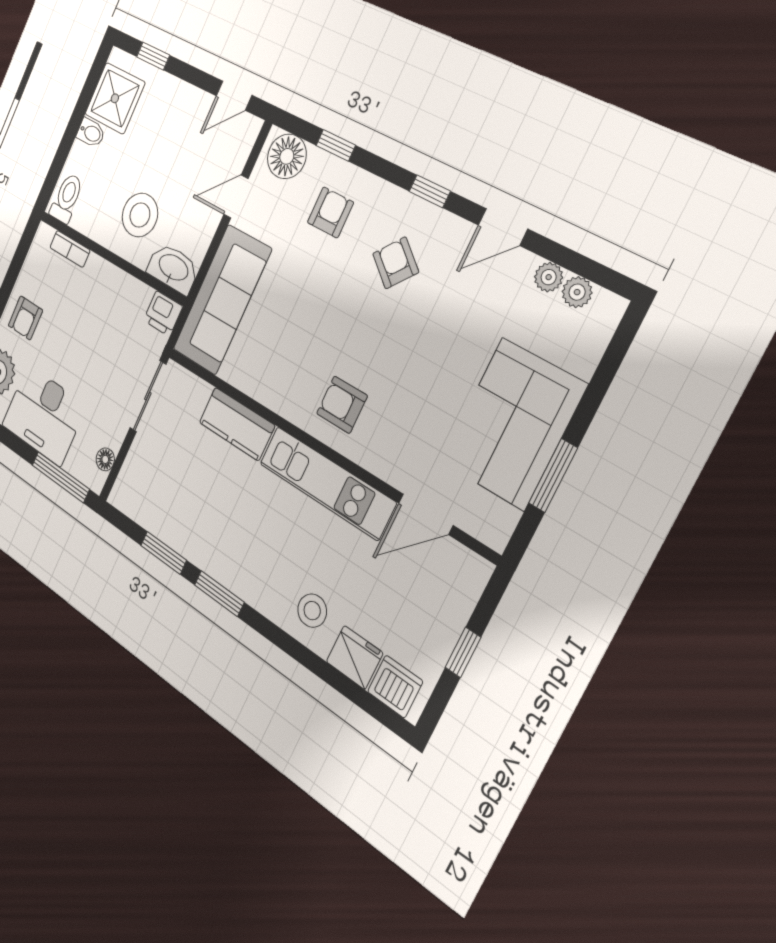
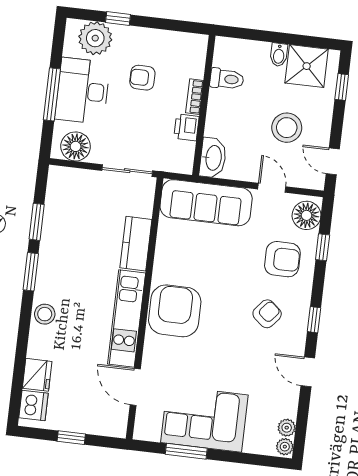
toilet: (67, 198) -> (227, 79), moved
armchair: (330, 212) -> (282, 259), width x1.38, depth x1.38
stool: (140, 215) -> (287, 128), moved
bookcase: (70, 249) -> (195, 97), moved
plant: (549, 277) -> (285, 447), moved
printer: (163, 313) -> (186, 127), moved
armchair: (25, 318) -> (142, 78), moved
armchair: (342, 405) -> (175, 311), width x1.88, depth x1.88
floor lamp: (105, 459) -> (76, 146), width x1.89, depth x1.89
window: (61, 477) -> (52, 94), moved
stool: (312, 611) -> (45, 314), moved

